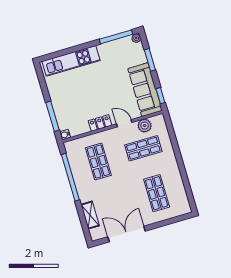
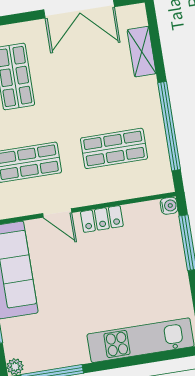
plant: (145, 126) -> (20, 204), removed
shop shelf: (98, 162) -> (114, 148), turned 90

